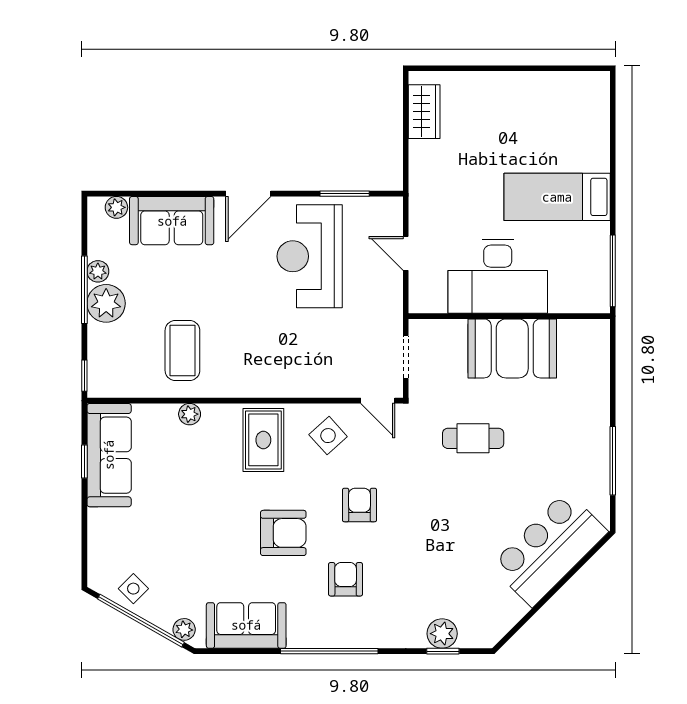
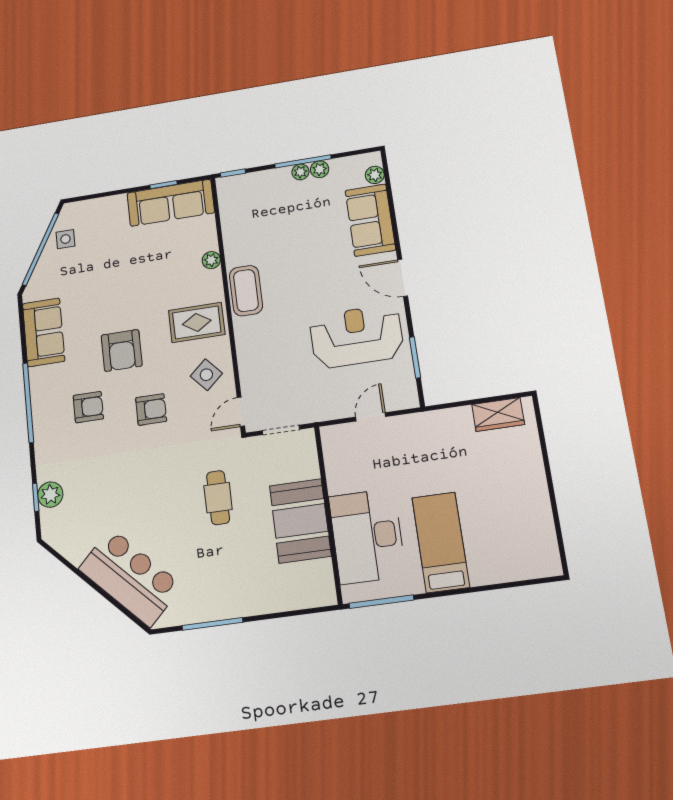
desk: (498, 276) -> (367, 536), moved
plant: (106, 303) -> (300, 172), width x0.53, depth x0.53
coffee table: (182, 350) -> (246, 291), moved, turned 90
side table: (133, 589) -> (65, 239), turned 45
plant: (184, 629) -> (36, 284), removed

